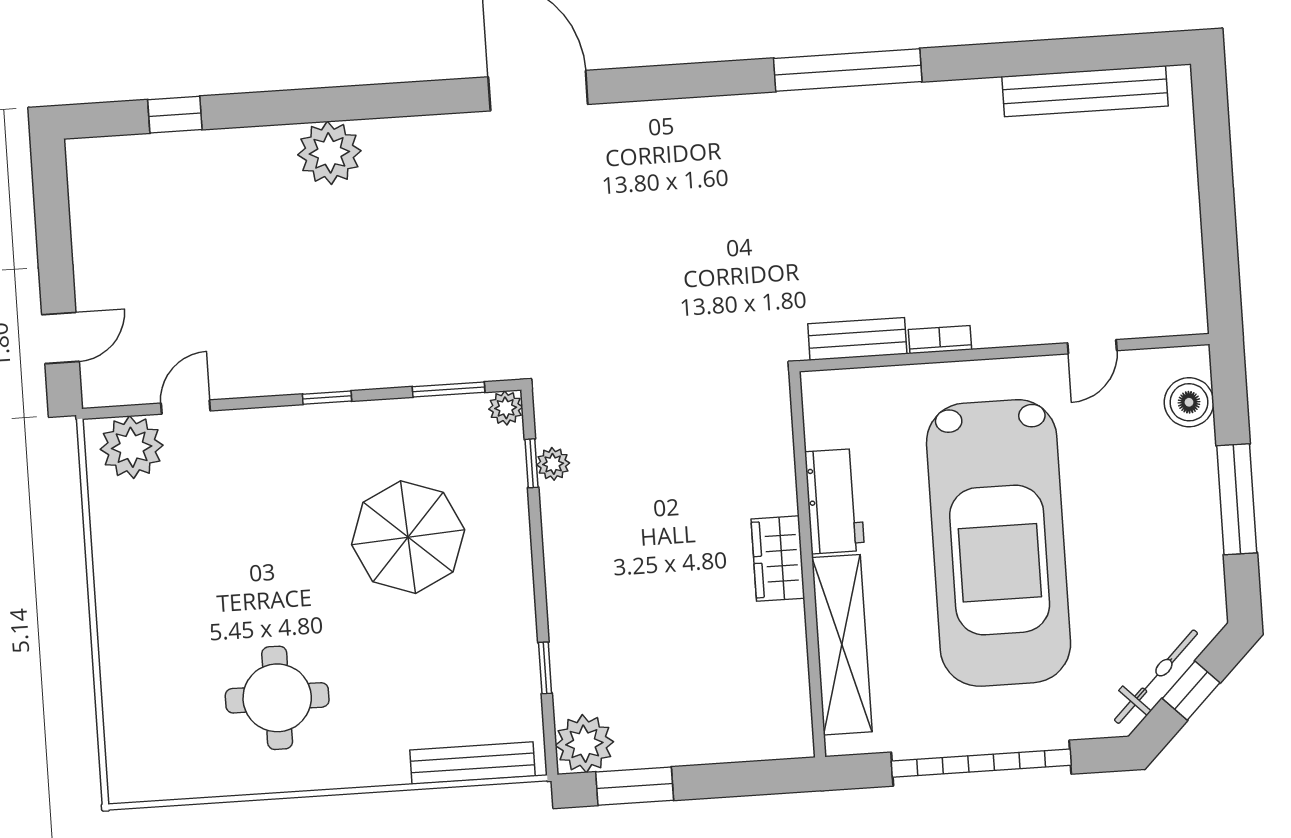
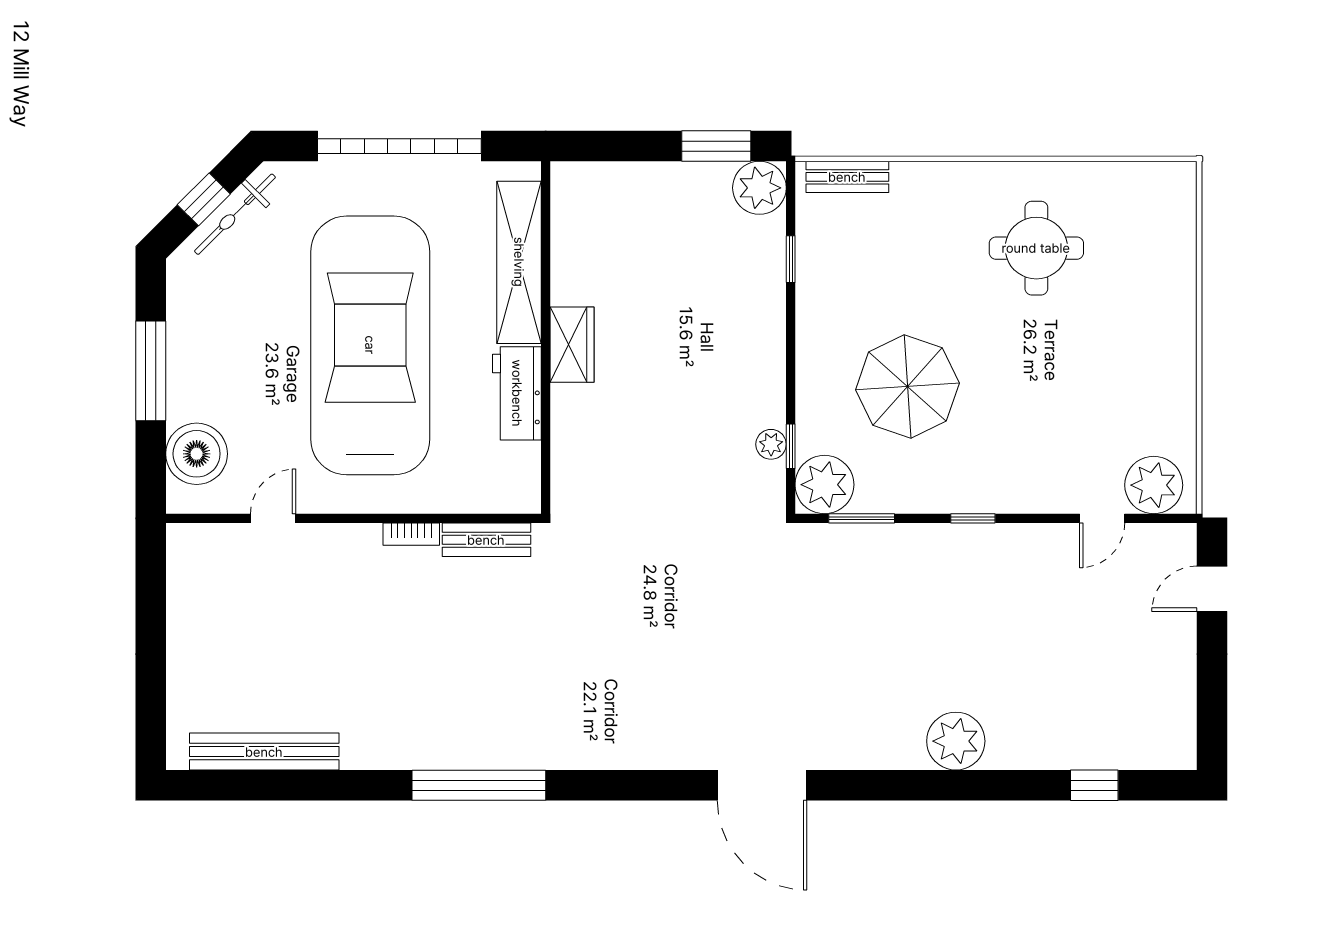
boiler: (1189, 402) -> (197, 454), width x1.37, depth x1.37
plant: (506, 408) -> (824, 485), width x1.88, depth x1.88
bench: (473, 763) -> (847, 177), width x0.73

